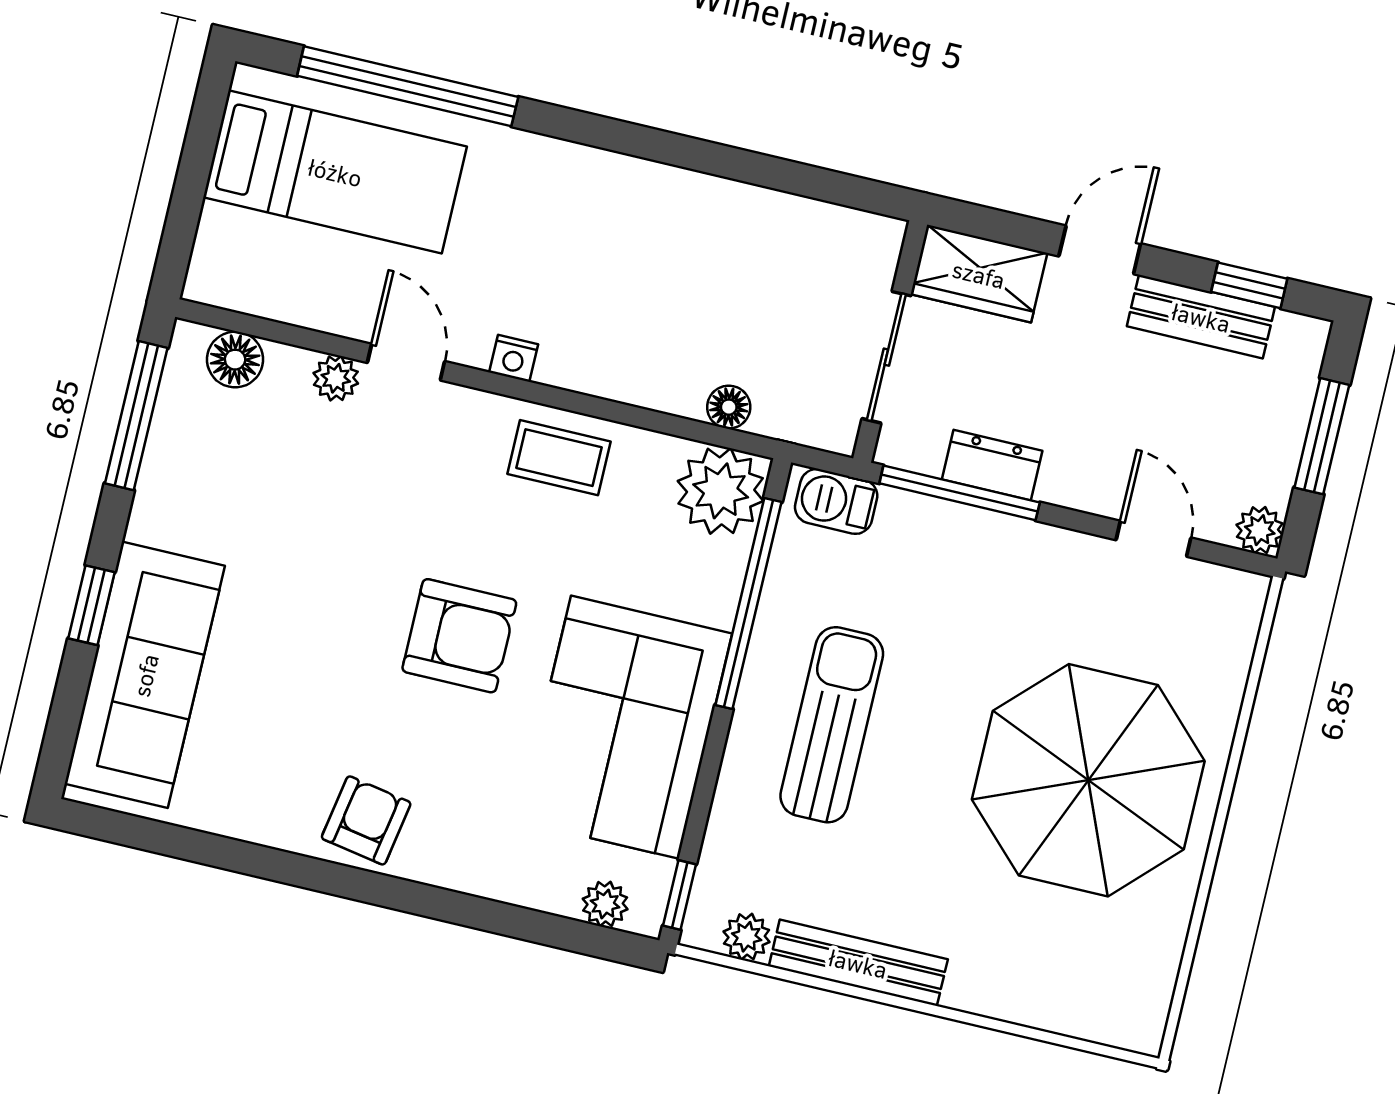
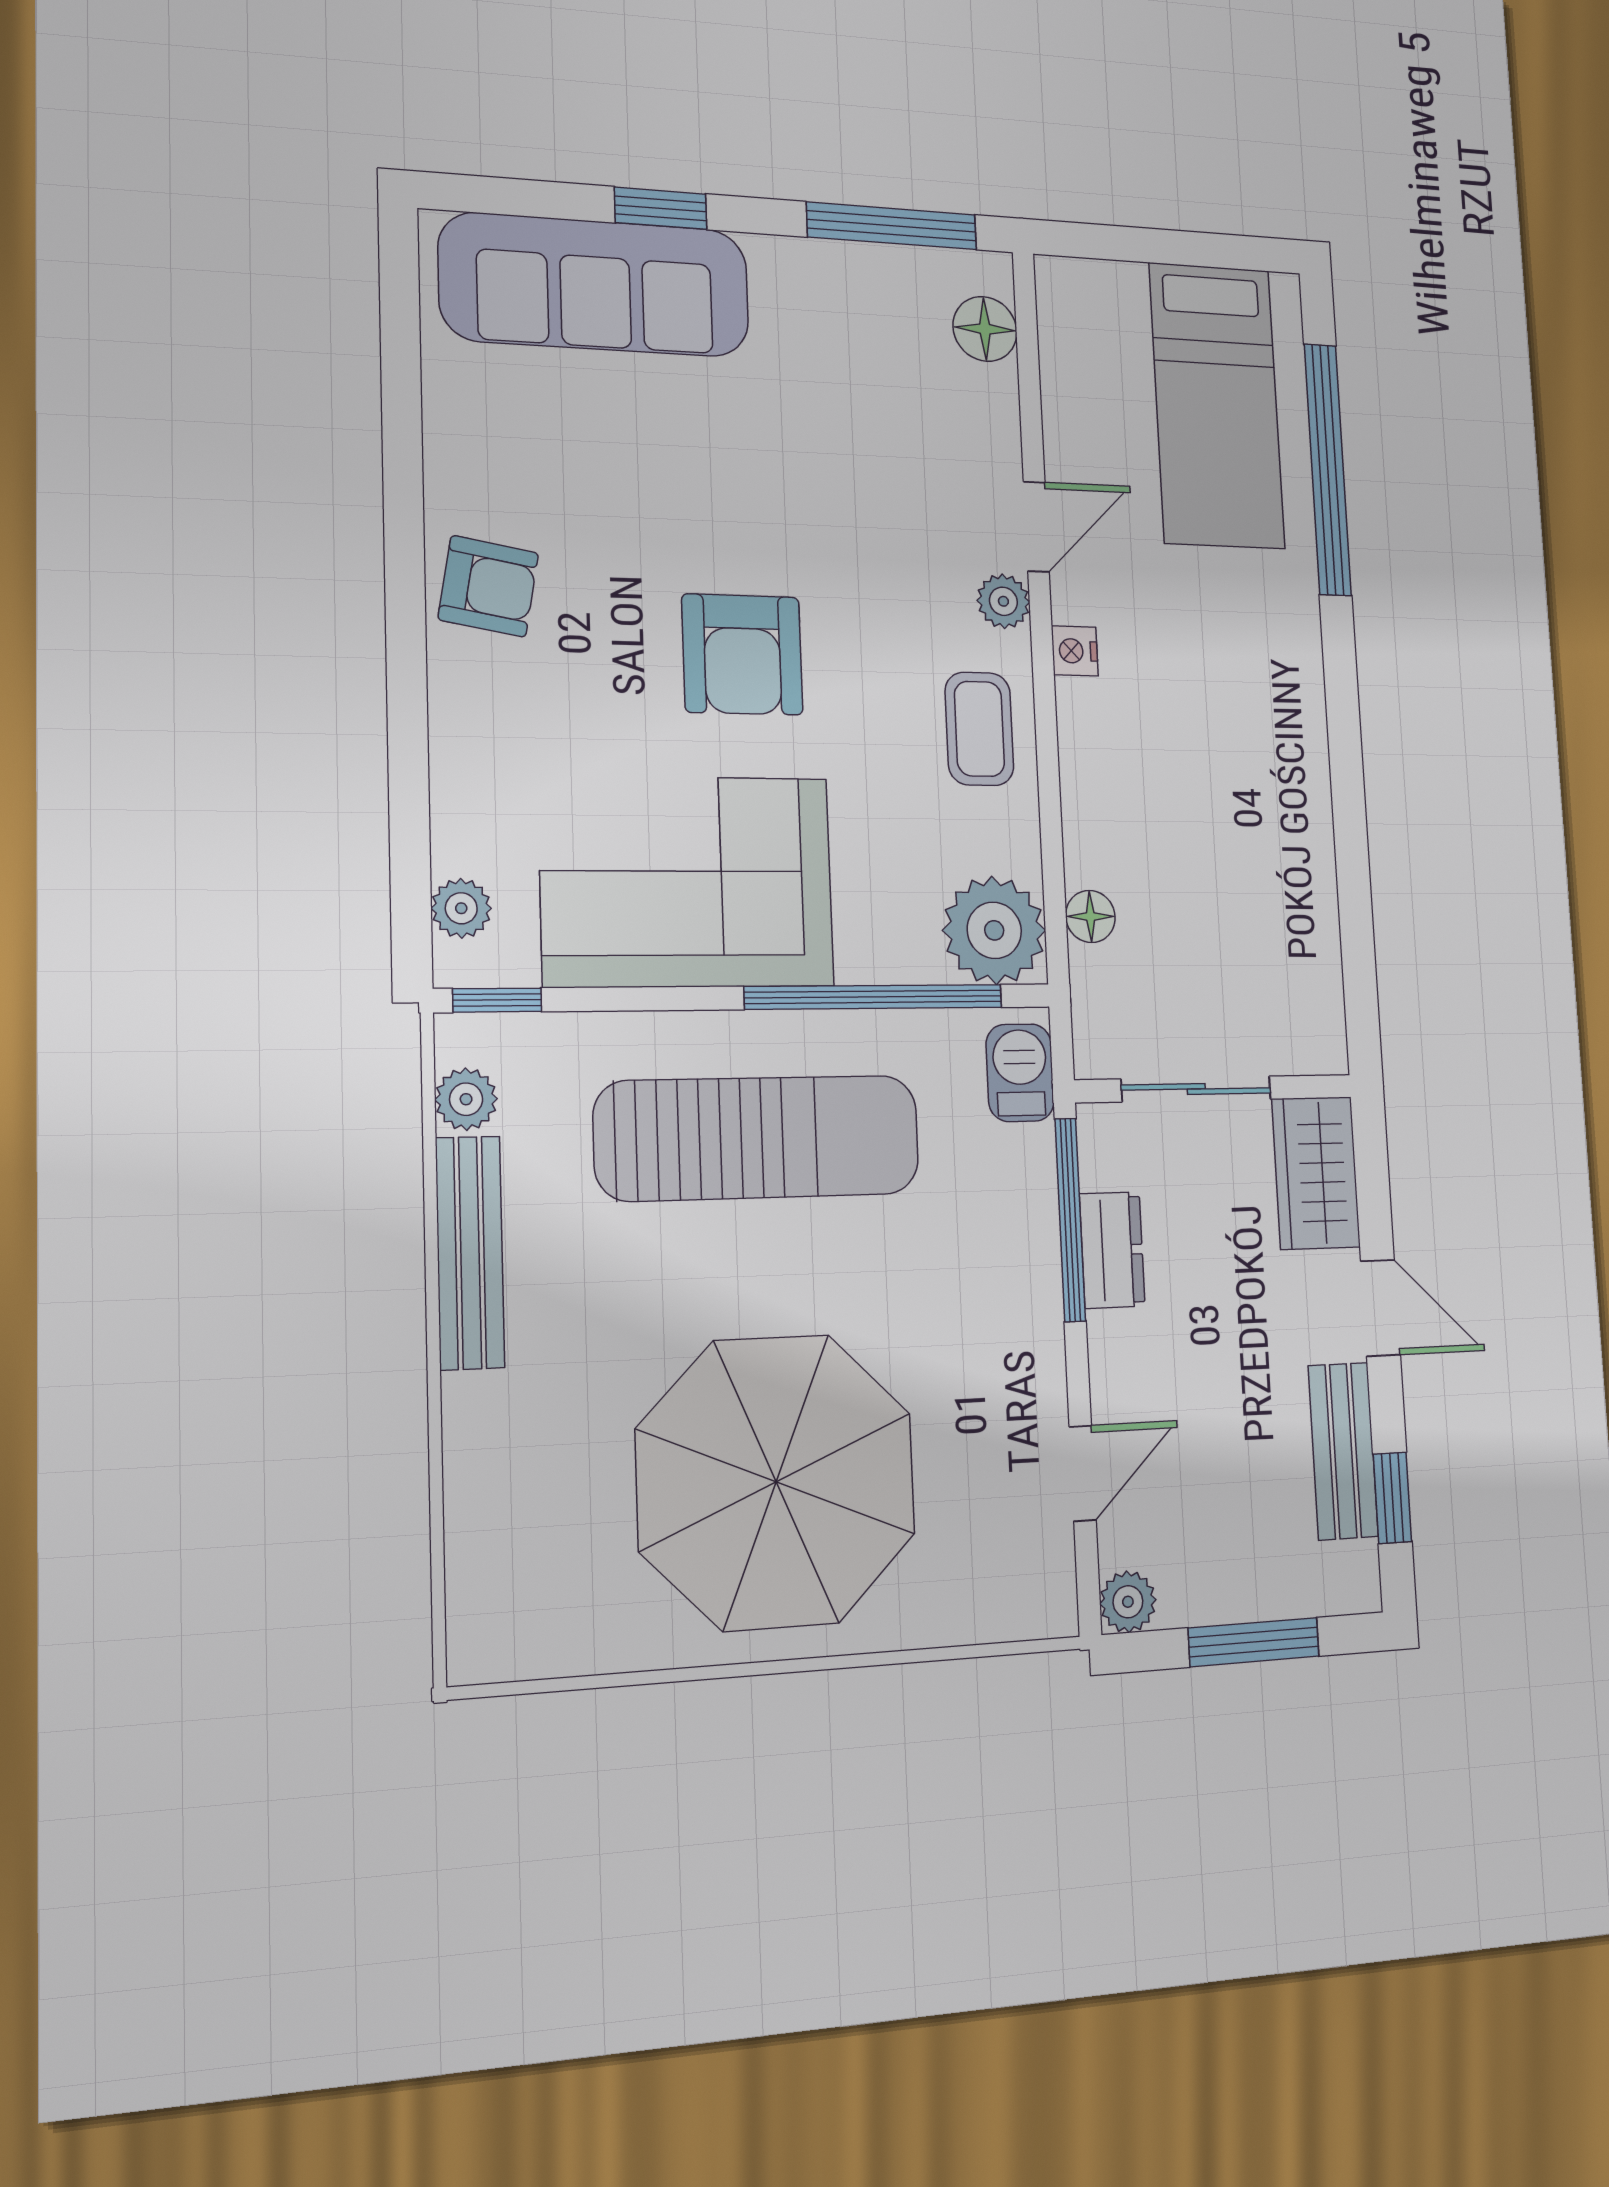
plant: (336, 378) -> (1003, 601), moved
sun lounger: (832, 725) -> (758, 1138), width x1.36, depth x1.34

